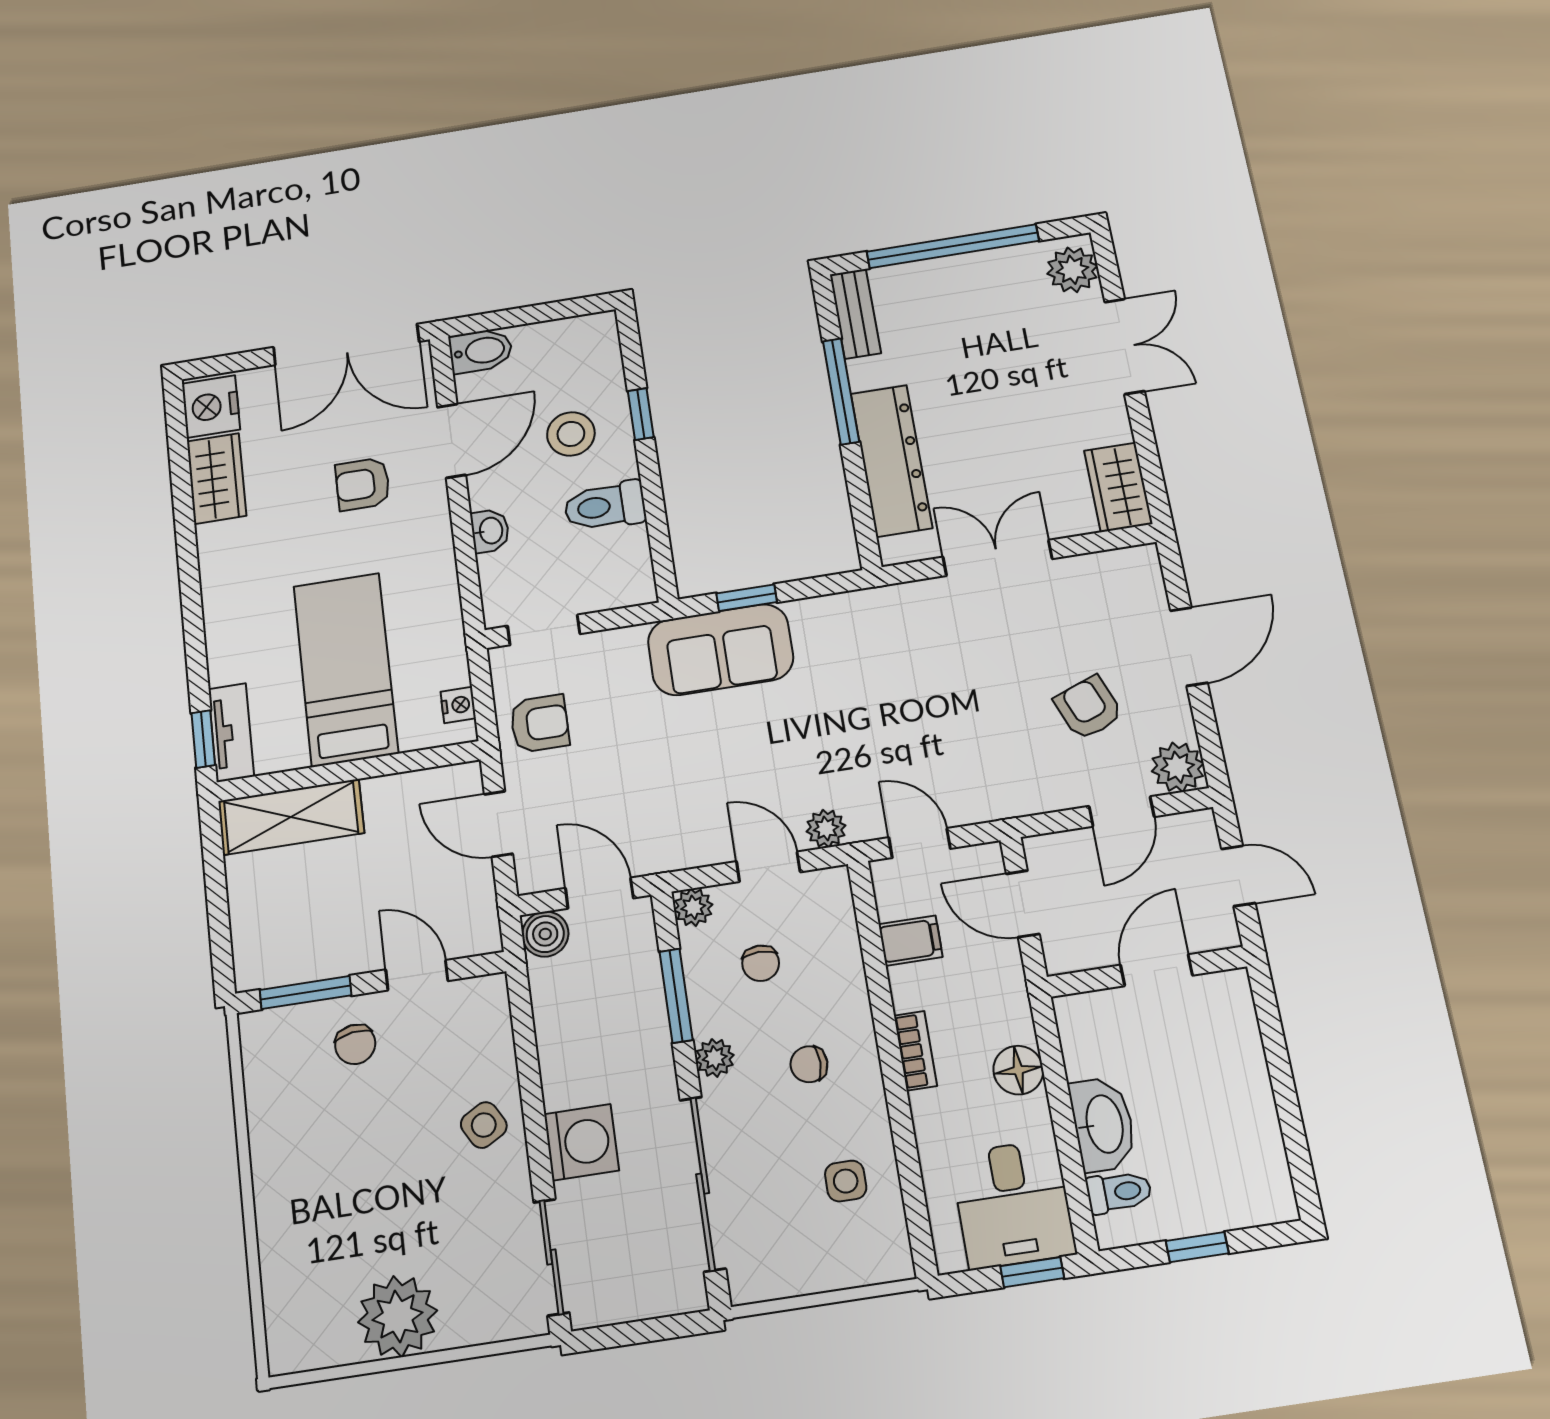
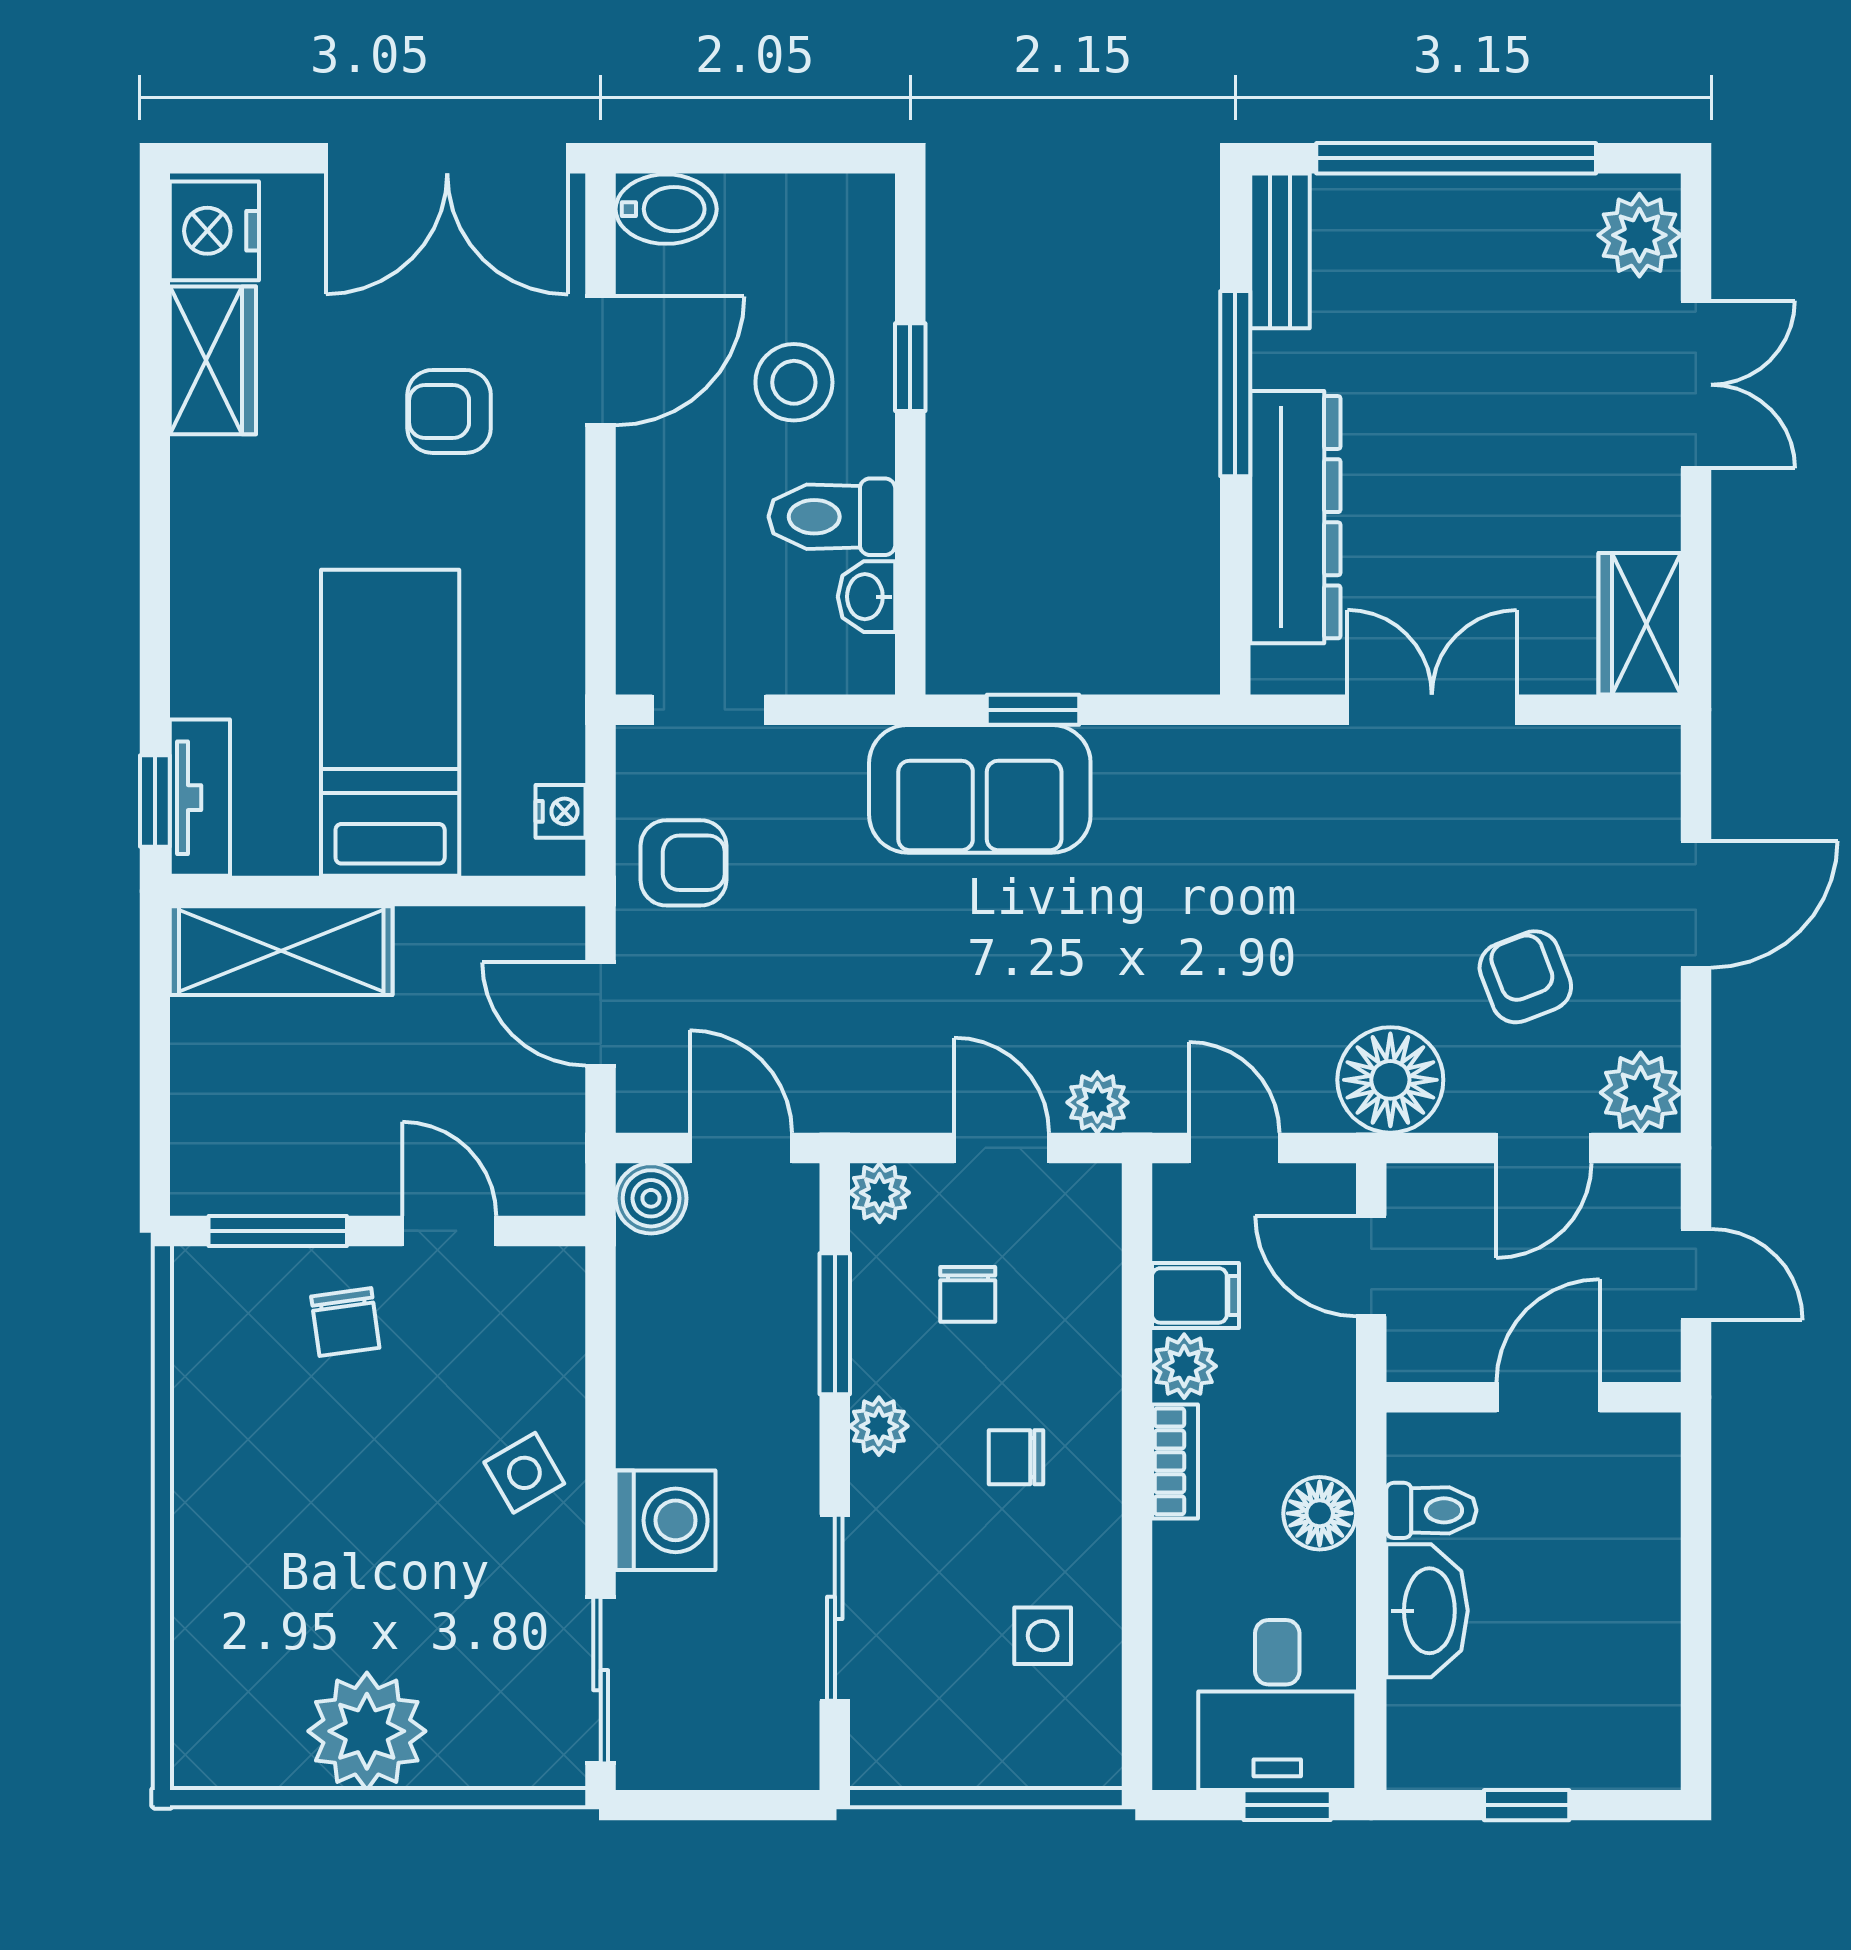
washbasin: (490, 531) -> (867, 597), moved, turned 180
floor lamp: (1013, 785) -> (1390, 1080), added
plant: (911, 987) -> (1184, 1366), added
sliding door: (703, 1184) -> (835, 1608), width x0.73
toilet: (1119, 1192) -> (1431, 1510), moved

